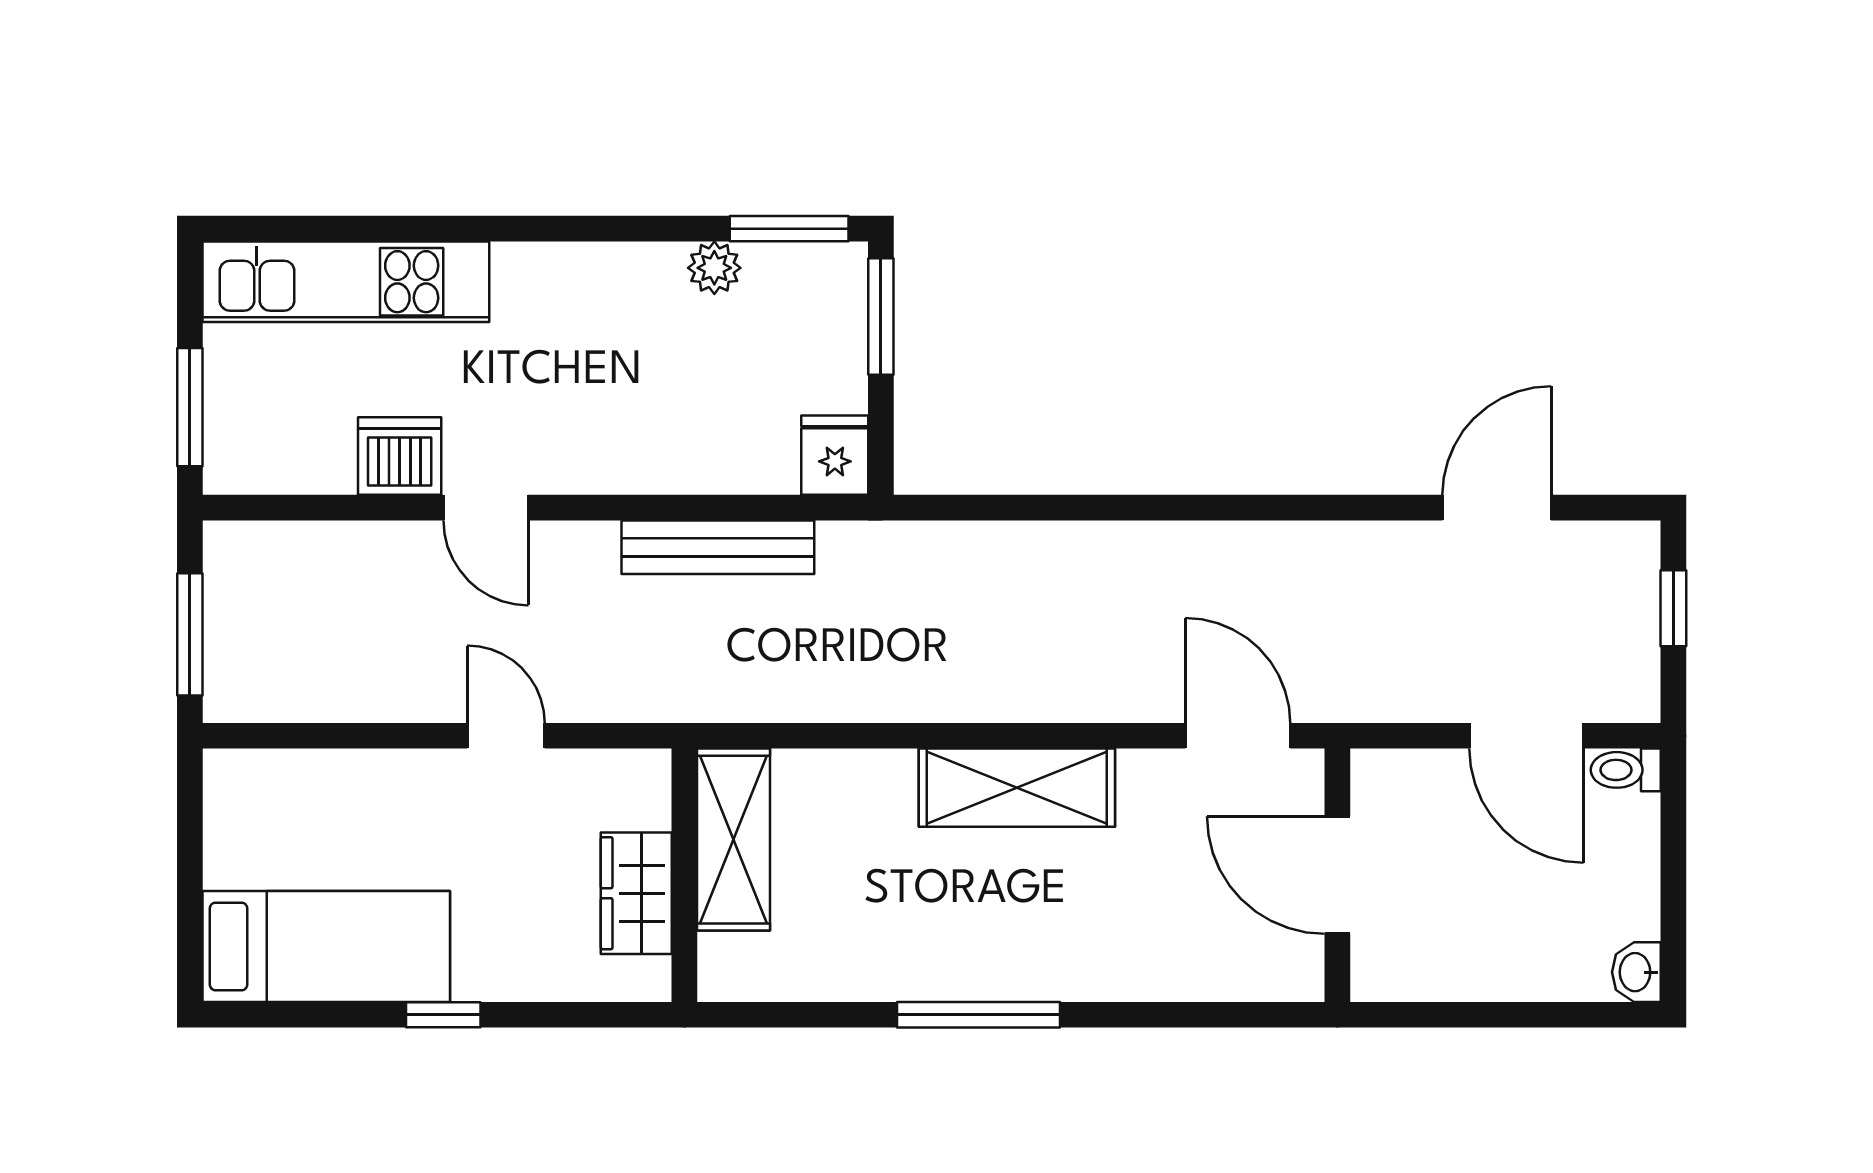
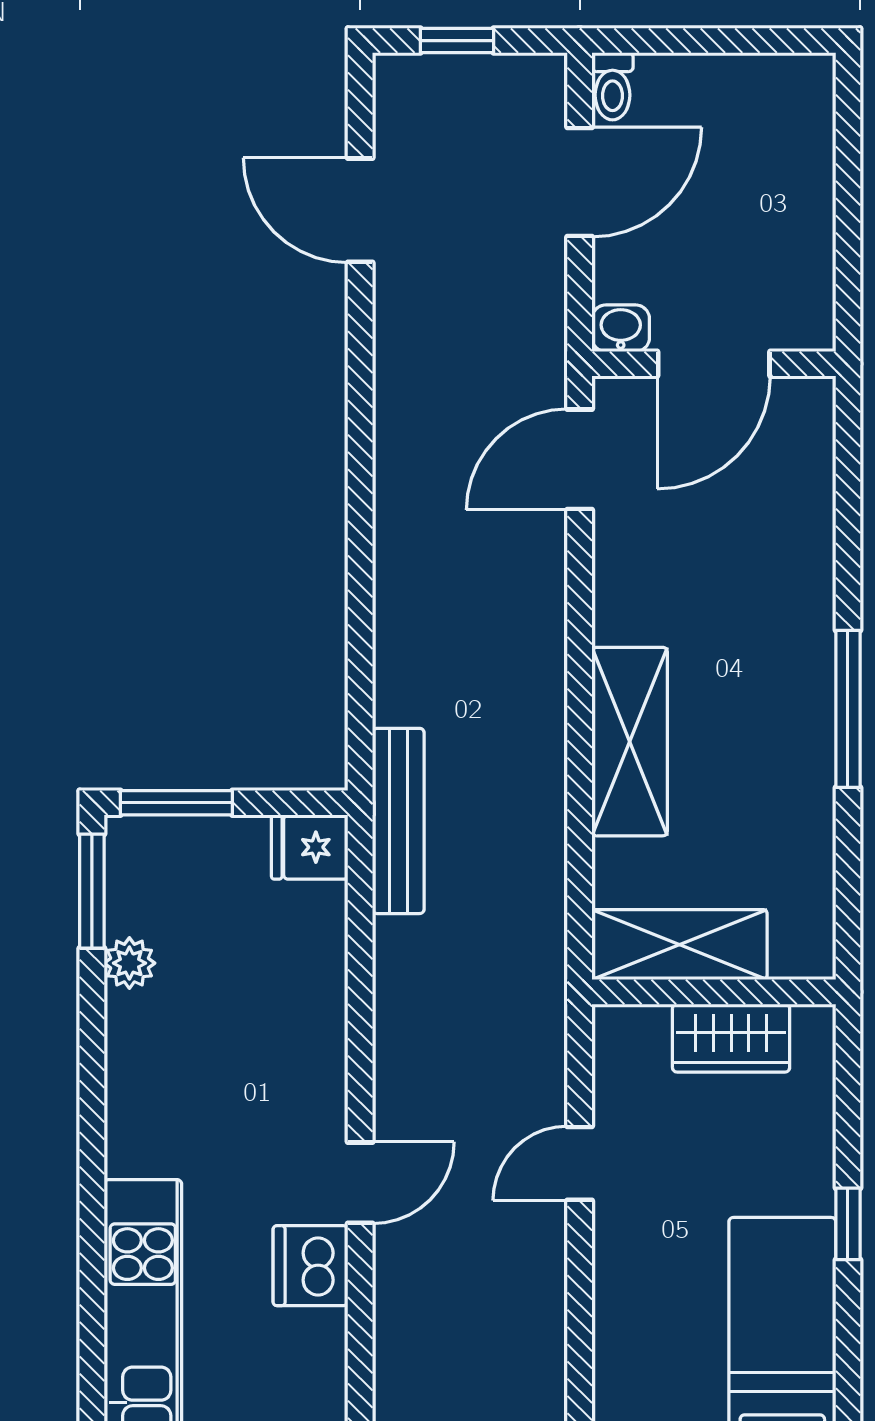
bench: (718, 547) -> (398, 821), moved
shelving: (1017, 788) -> (630, 742), moved
washbasin: (1636, 972) -> (621, 328), moved, turned 180

